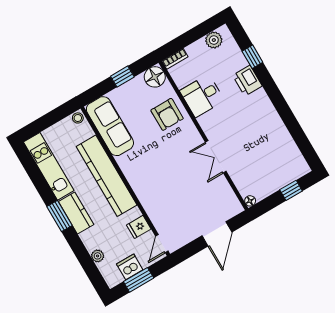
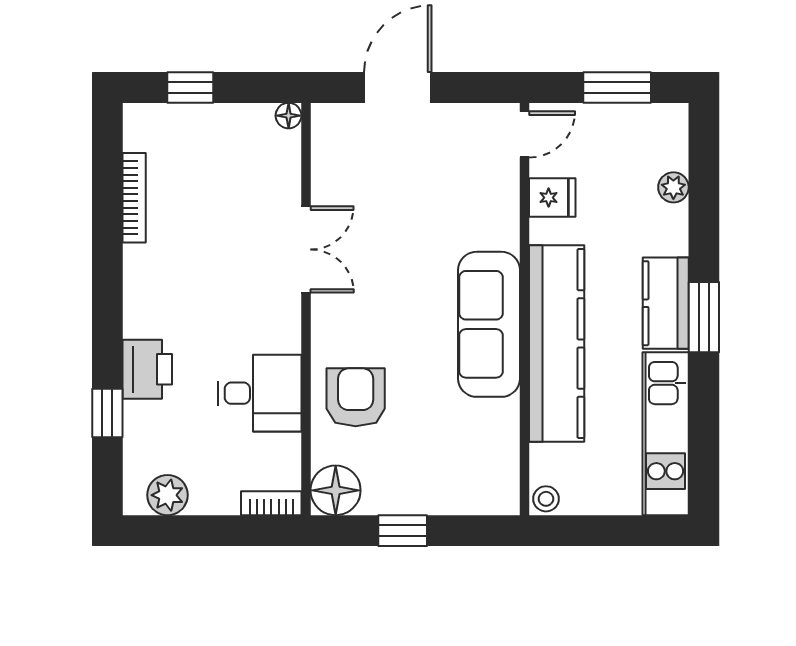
sofa: (110, 126) -> (489, 324), moved
bookcase: (288, 139) -> (134, 198), added
dishwasher: (130, 267) -> (620, 125), removed

